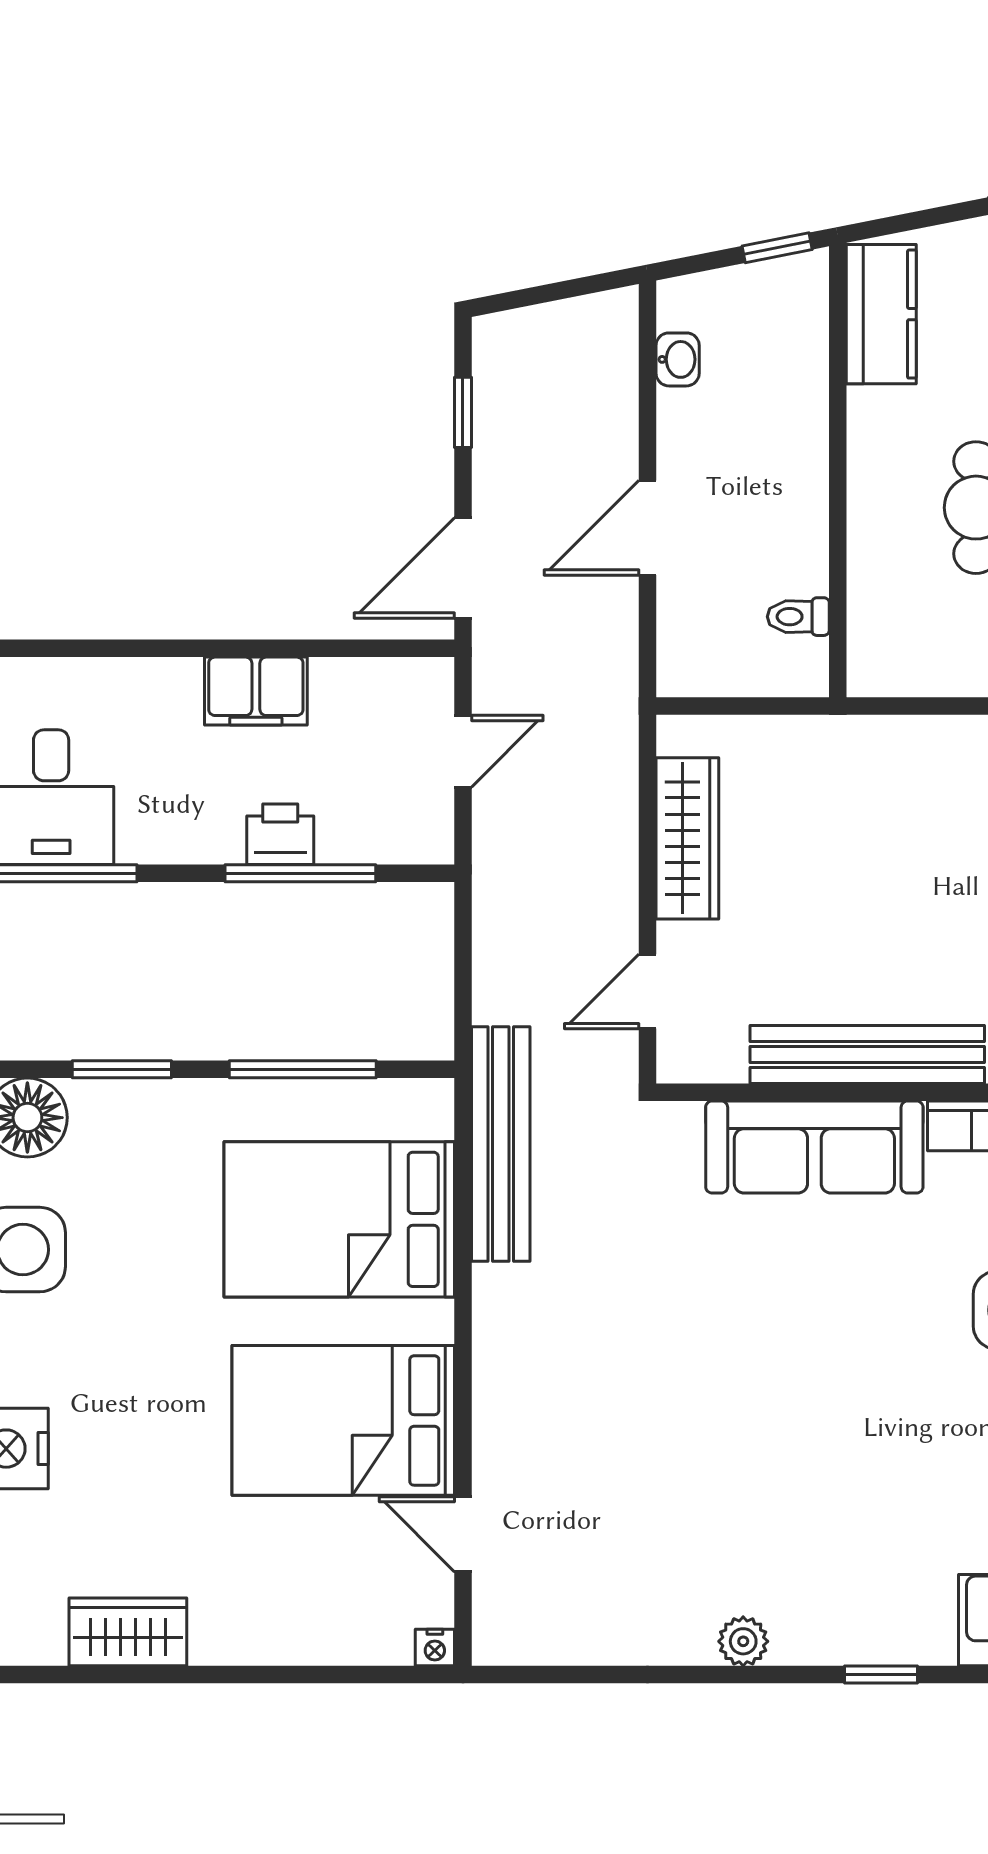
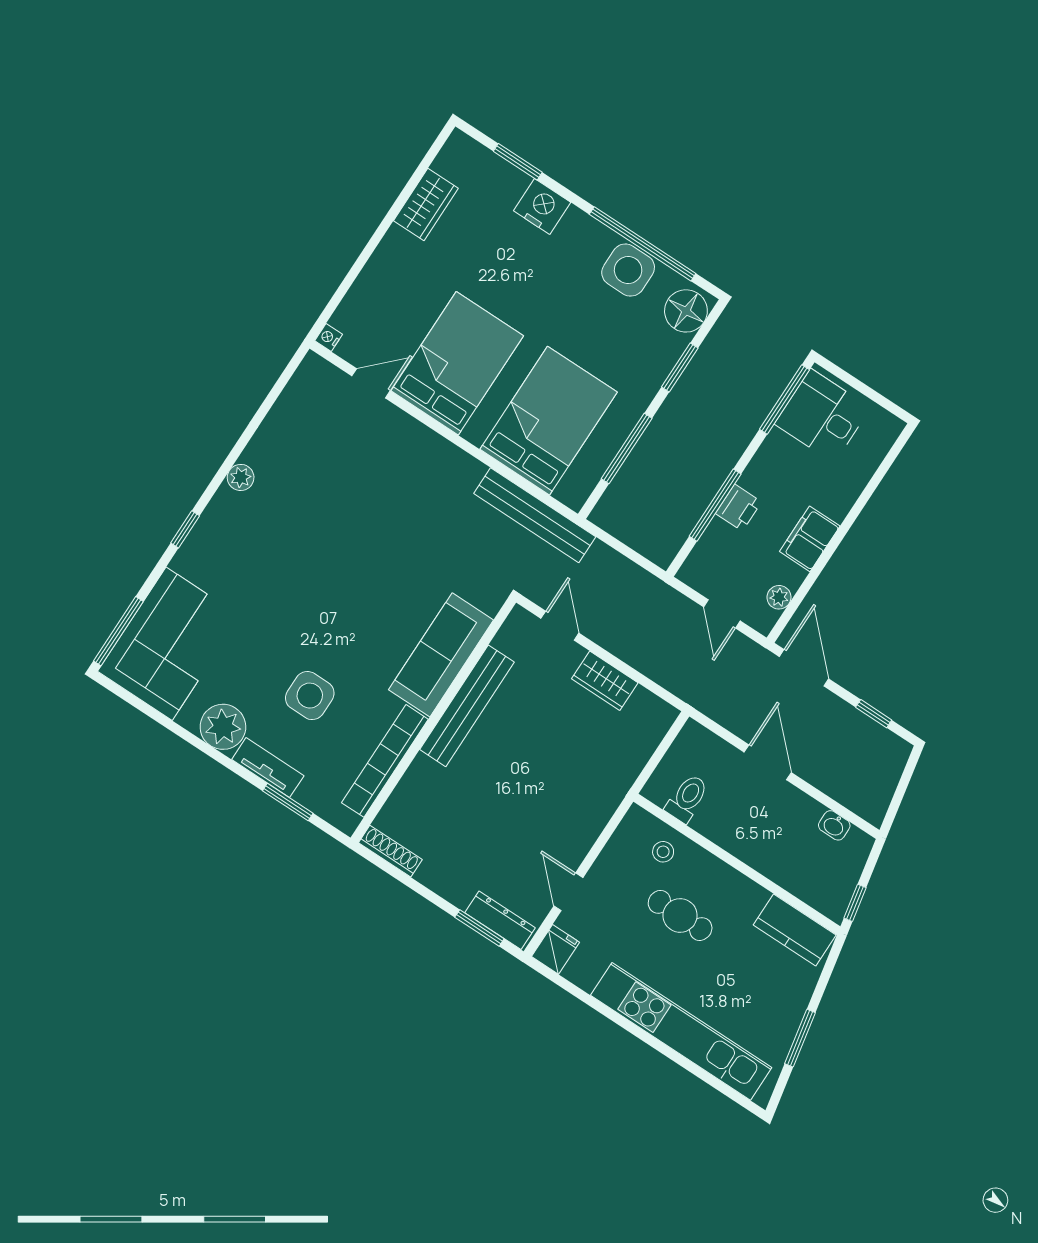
stool: (894, 599) -> (663, 852), added
toilet: (798, 617) -> (687, 798), width x1.37, depth x1.39
plant: (379, 679) -> (779, 597), added
wardrobe: (687, 838) -> (605, 681), width x0.67

